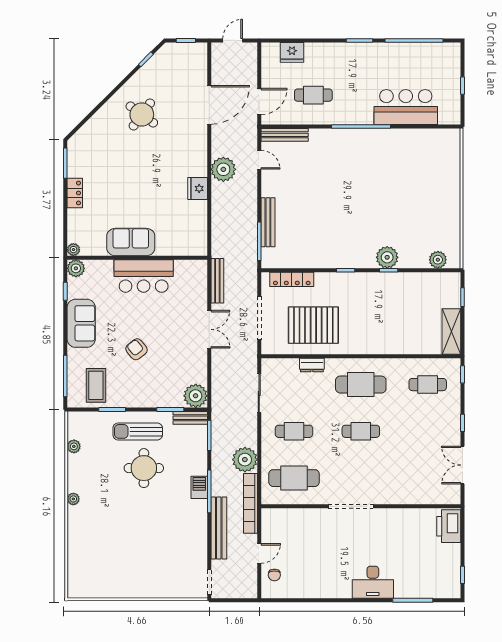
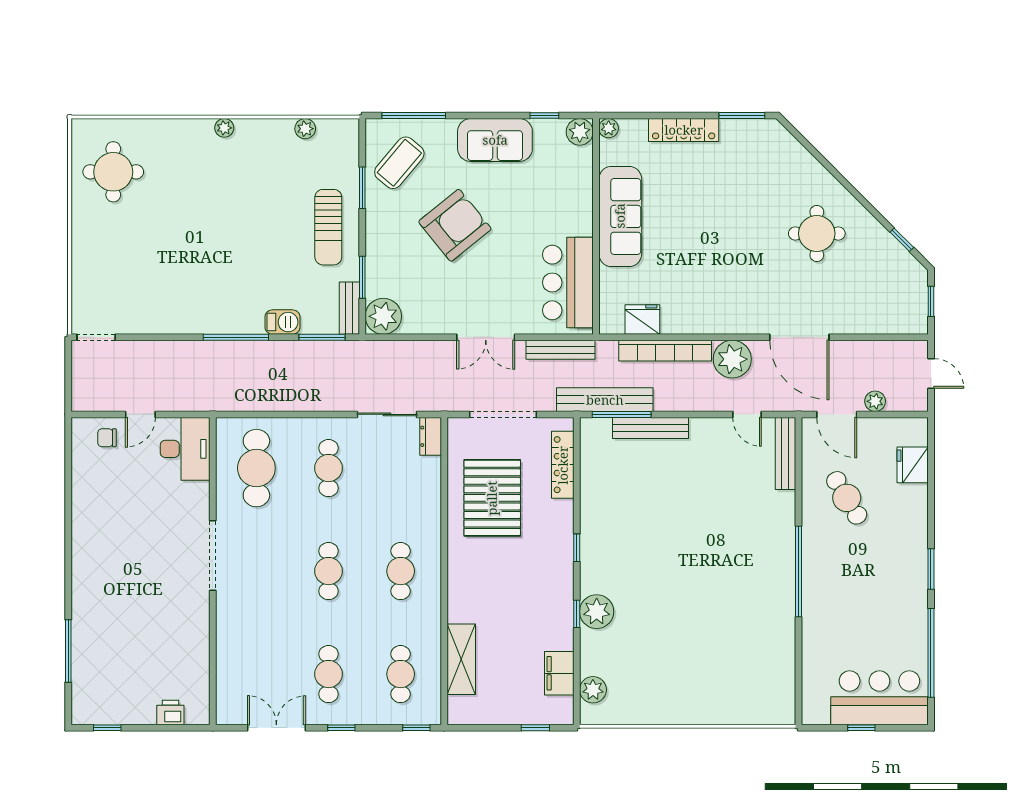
cafe table: (313, 95) -> (847, 498), turned -31
door: (209, 105) -> (799, 337), moved
bar counter: (406, 107) -> (879, 698), moved, turned -90
round table: (142, 115) -> (817, 233), turned -36
door: (259, 160) -> (747, 414), hinge flipped
fridge: (198, 189) -> (642, 320), moved
locker: (75, 193) -> (684, 130), width x1.53
sofa: (131, 242) -> (620, 216), width x1.36
bar counter: (144, 276) -> (568, 282), moved
filing cabinet: (427, 282) -> (559, 673), added
shelving: (451, 331) -> (461, 659), moved, turned 90
armchair: (136, 349) -> (455, 225), width x1.88, depth x1.88
dresser: (312, 365) -> (431, 436), moved
coffee table: (96, 385) -> (399, 163), turned -50
cafe table: (361, 385) -> (401, 571), width x0.73, depth x0.74
sun lounger: (138, 431) -> (328, 227), turned 180
cafe table: (428, 431) -> (328, 674), added
plant: (245, 460) -> (875, 401), moved, width x0.53, depth x0.53
round table: (144, 468) -> (113, 172), moved
barbecue: (199, 487) -> (282, 322), moved
bookcase: (250, 503) -> (665, 351), moved, turned 180
printer: (449, 526) -> (170, 712), width x0.53, depth x0.68
bench: (219, 528) -> (605, 400), moved
door: (259, 553) -> (140, 414), hinge flipped
desk: (373, 582) -> (185, 449), moved, turned 180

